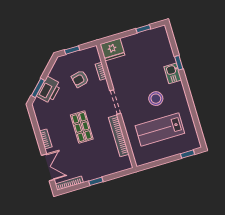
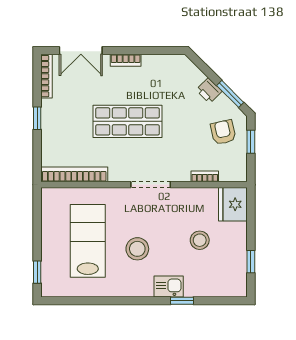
stool: (140, 63) -> (200, 240), added
armchair: (80, 79) -> (223, 132), moved
window: (38, 88) -> (230, 94), moved
printer: (49, 90) -> (209, 91), width x0.53, depth x0.68
shop shelf: (82, 127) -> (128, 121), width x1.43, depth x1.36
bookcase: (119, 136) -> (74, 174), moved

